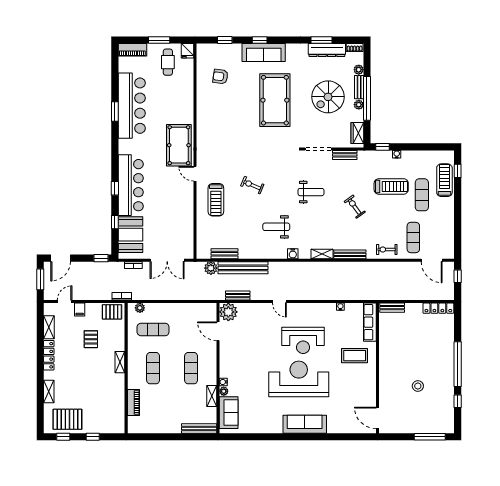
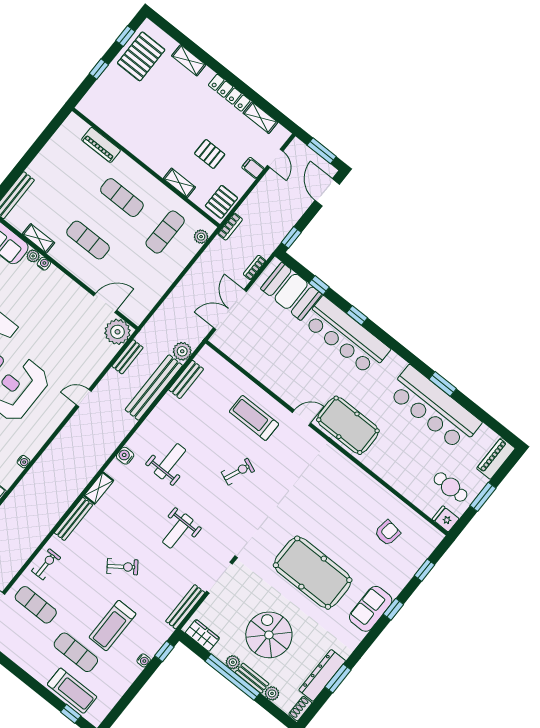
sofa: (264, 53) -> (371, 609), width x0.73
bench: (345, 155) -> (185, 607), width x1.36
shelving: (120, 362) -> (179, 183), moved

